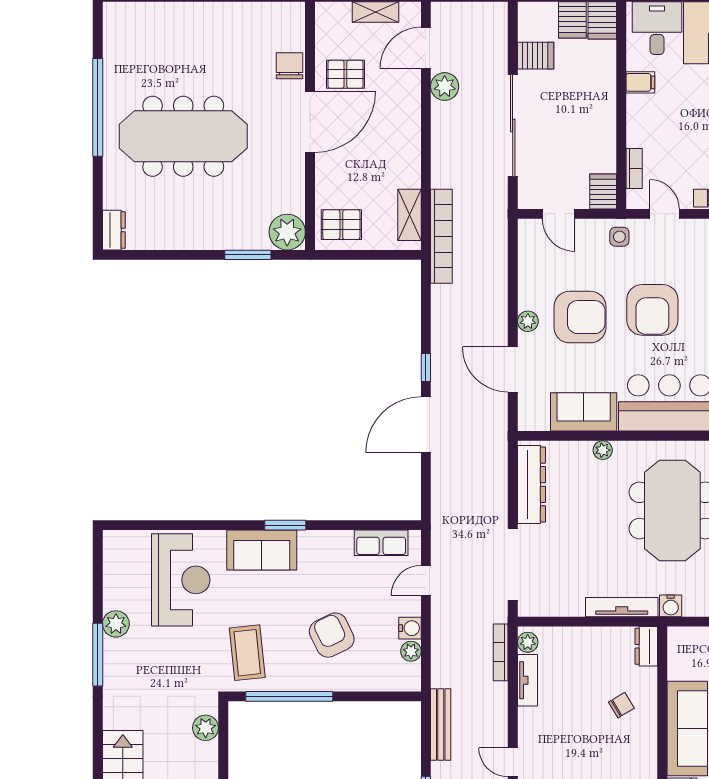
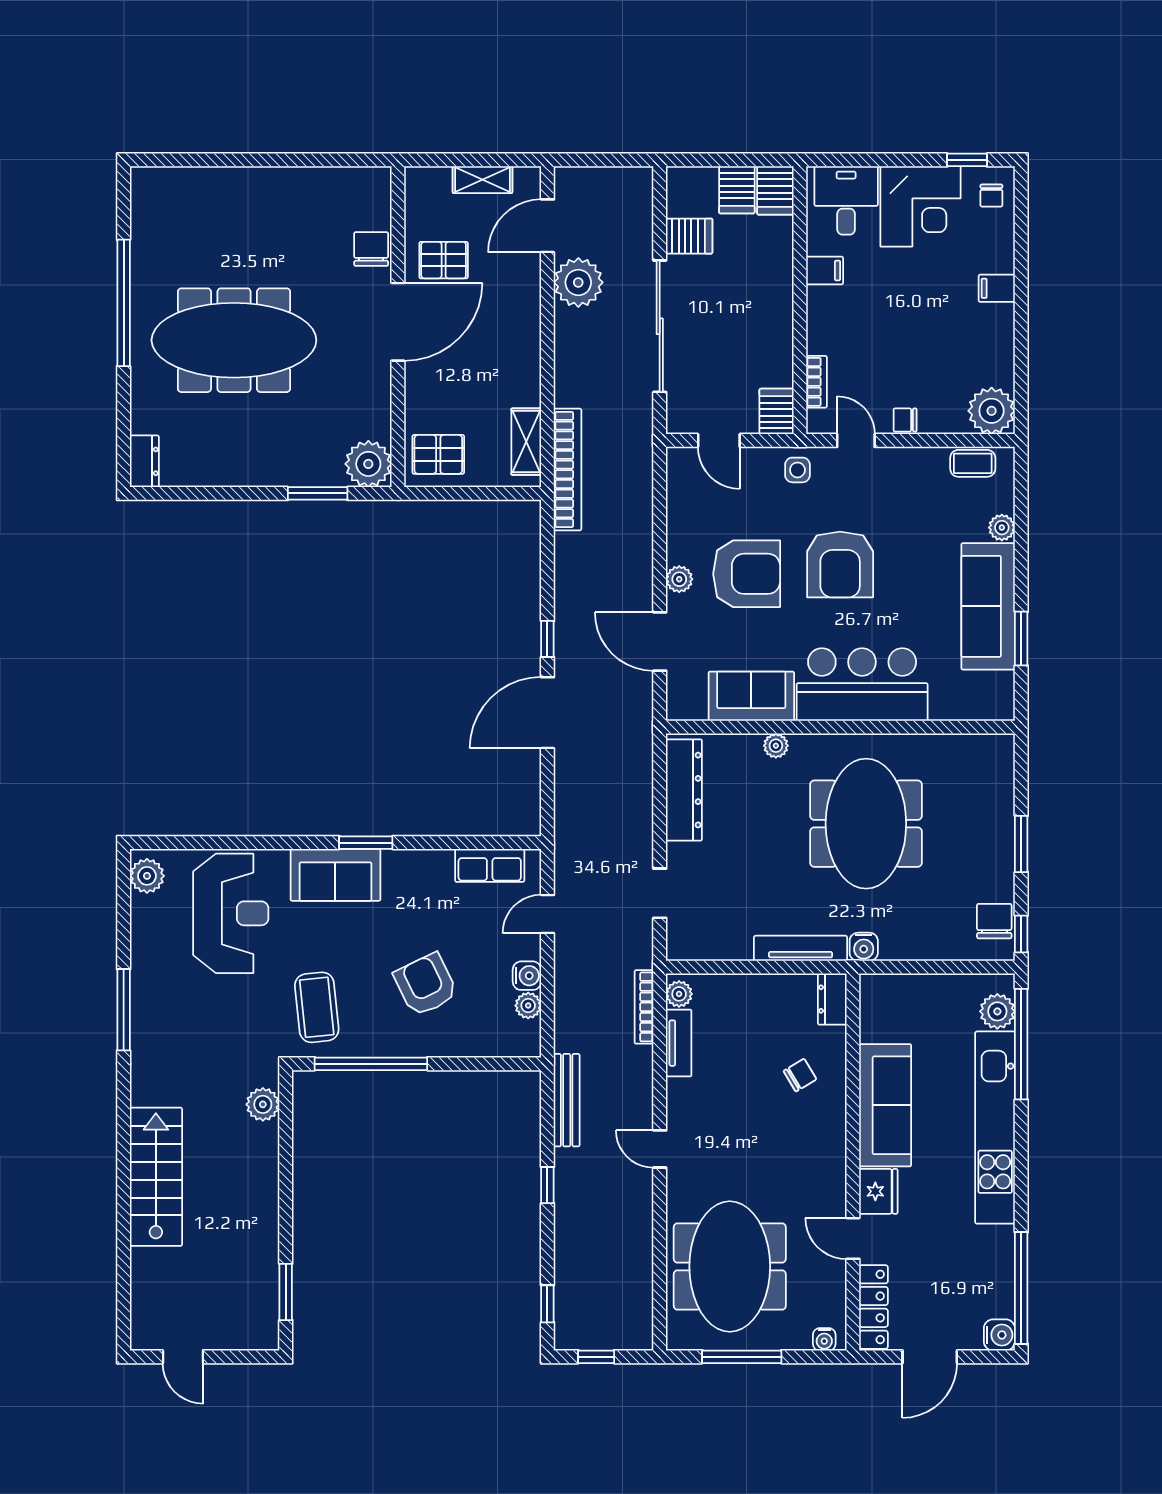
plant: (445, 87) -> (578, 282), width x1.36, depth x1.36
doorway: (513, 564) -> (660, 893), width x0.53
plant: (116, 624) -> (147, 876), moved

